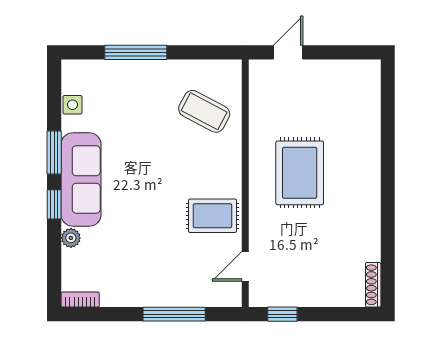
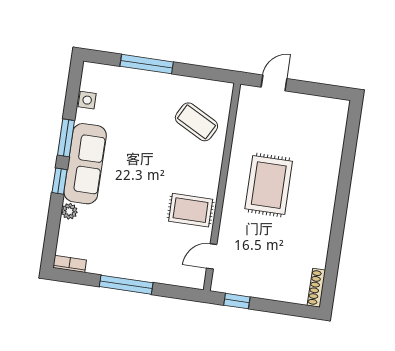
window: (174, 314) -> (126, 285), moved

